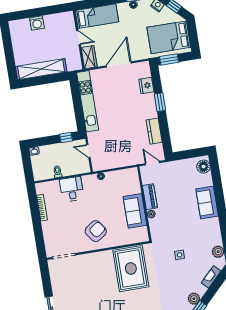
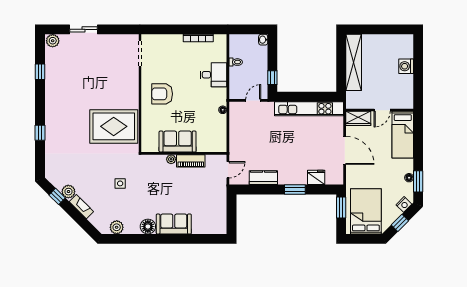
floor lamp: (204, 167) -> (148, 227), moved
armchair: (96, 231) -> (162, 94), turned 125
fireplace: (211, 277) -> (81, 207), moved

